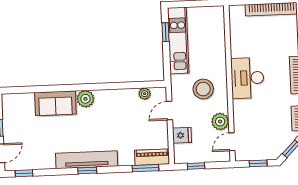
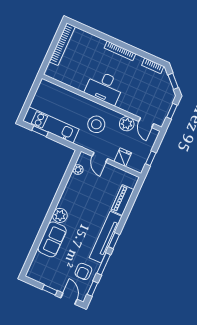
armchair: (38, 154) -> (83, 271), added
piano: (152, 157) -> (122, 200), moved
window: (146, 168) -> (104, 264), moved

